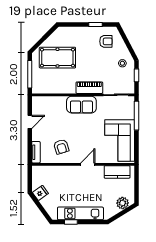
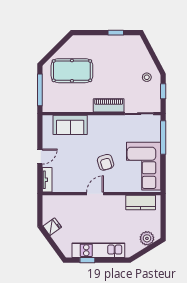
armchair: (106, 41) -> (128, 52), removed
sofa: (81, 105) -> (70, 125), moved
door: (30, 122) -> (40, 157), moved
armchair: (61, 147) -> (106, 162), moved
door: (88, 164) -> (95, 194), moved

